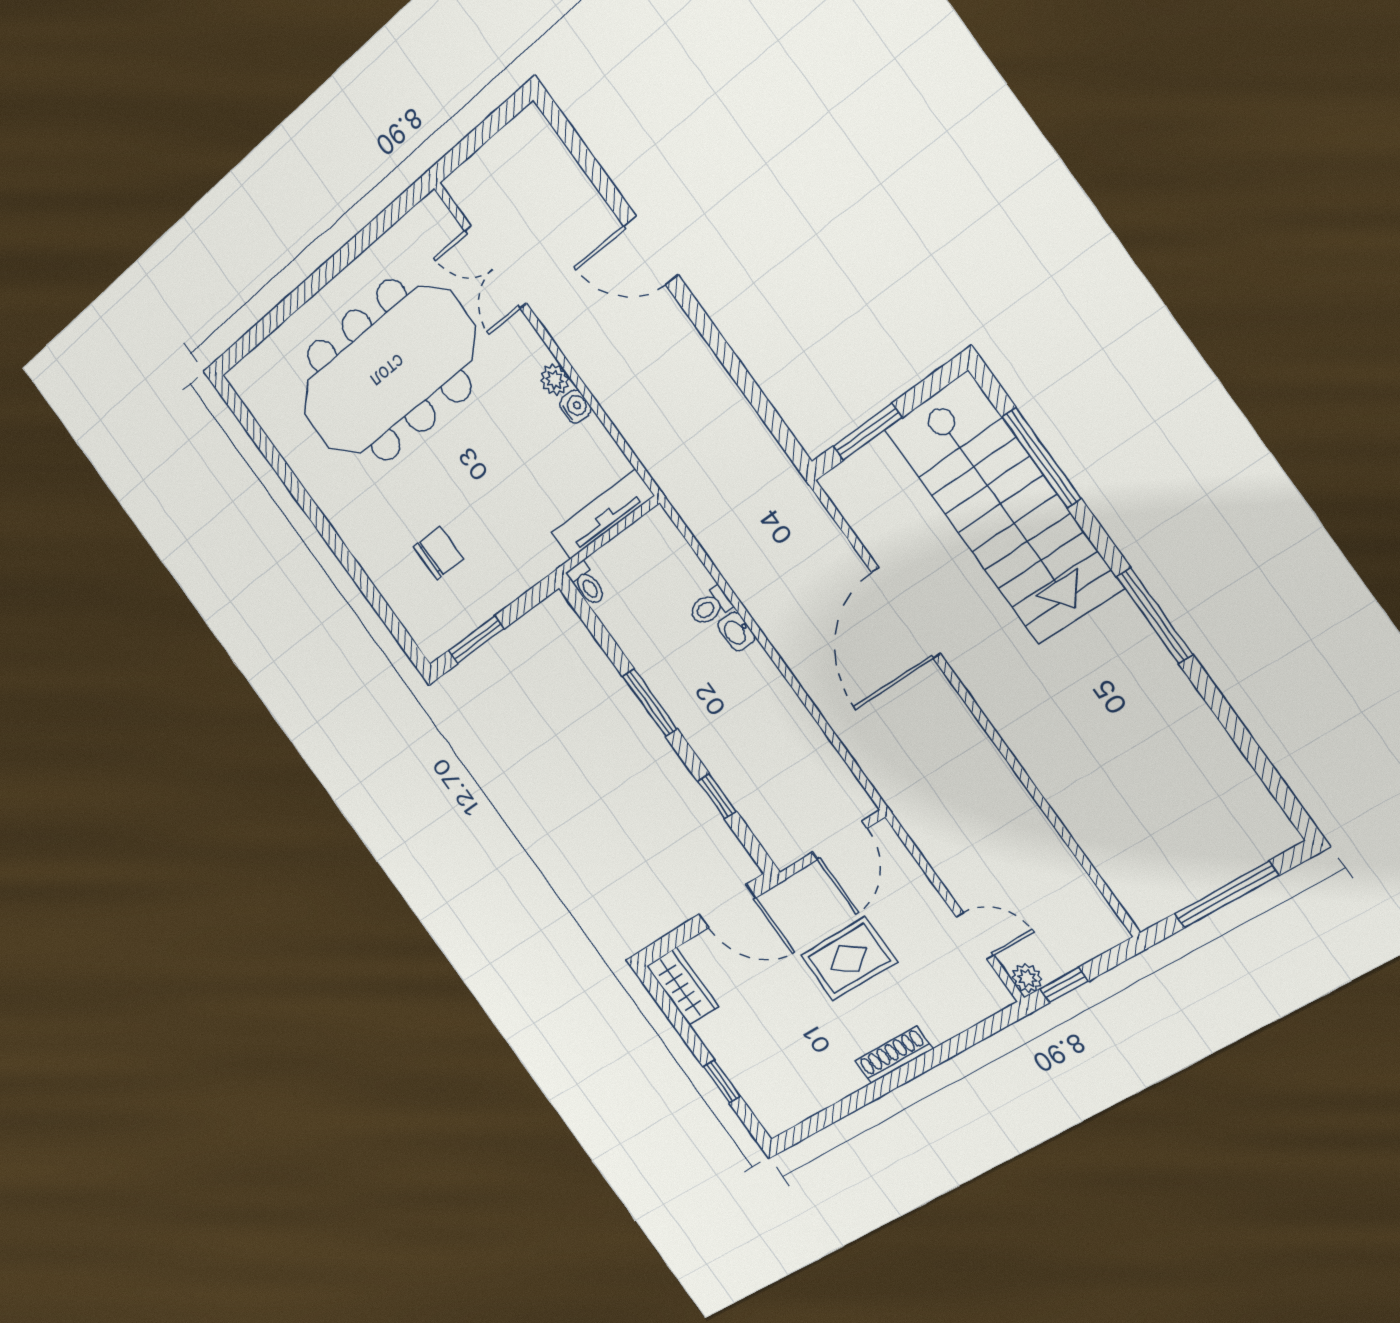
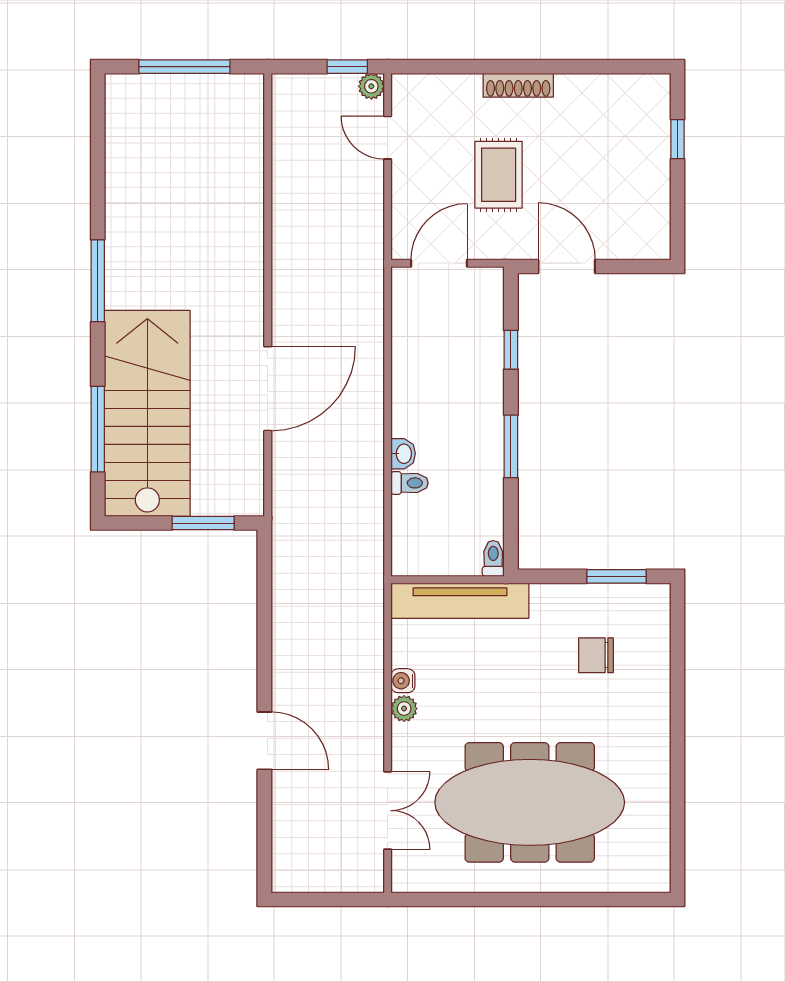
tv unit: (603, 514) -> (460, 601), width x1.36, depth x1.29
rug: (849, 959) -> (499, 175), turned 90
wardrobe: (683, 986) -> (652, 228), removed

